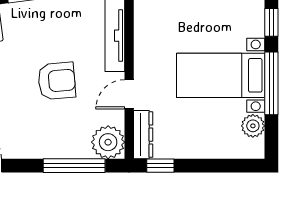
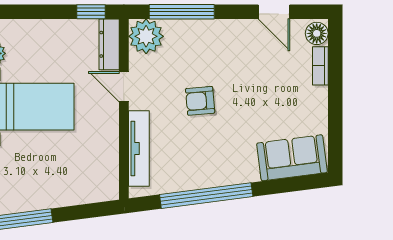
armchair: (57, 81) -> (200, 101), width x0.72, depth x0.72
door: (129, 94) -> (124, 87), swing flipped

